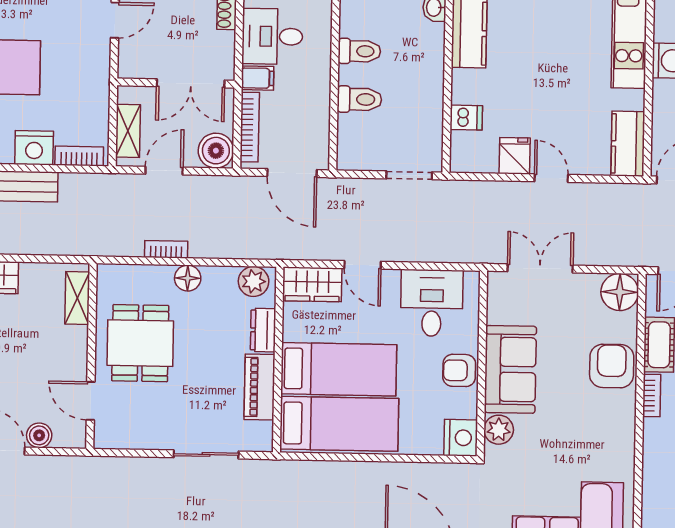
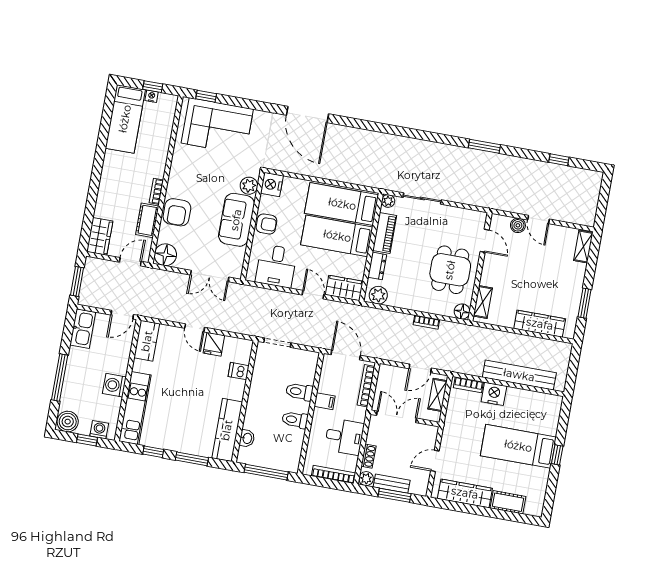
filing cabinet: (258, 78) -> (325, 401), moved, turned 180
boiler: (216, 151) -> (388, 375), removed
floor lamp: (188, 278) -> (462, 312), moved
plant: (262, 441) -> (388, 201), added

